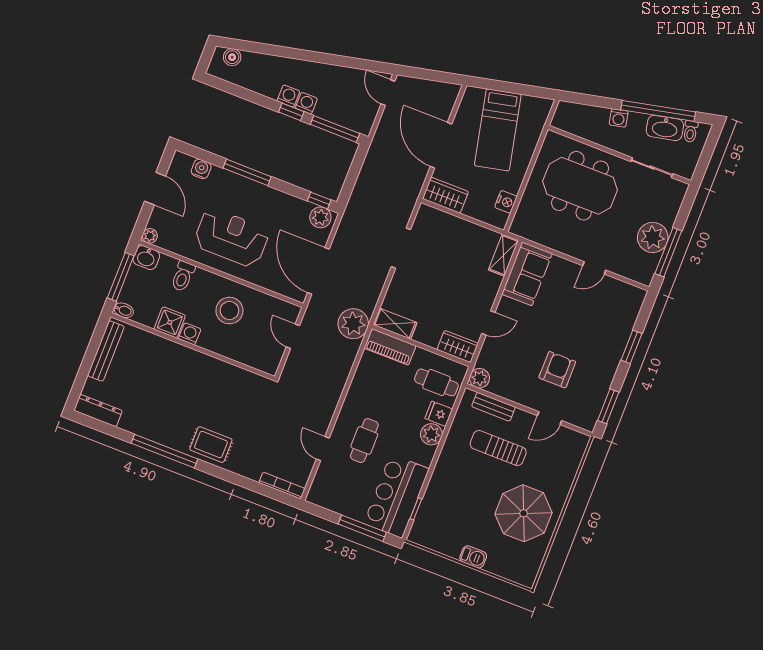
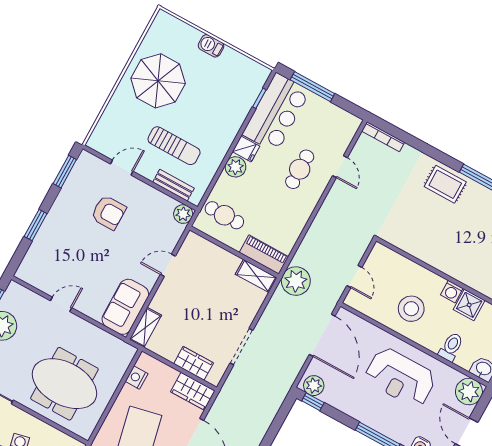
plant: (150, 236) -> (469, 392), width x1.88, depth x1.88
wardrobe: (458, 346) -> (194, 363), moved, turned 180
armchair: (557, 370) -> (109, 213), turned -90
fridge: (439, 414) -> (246, 149), moved

